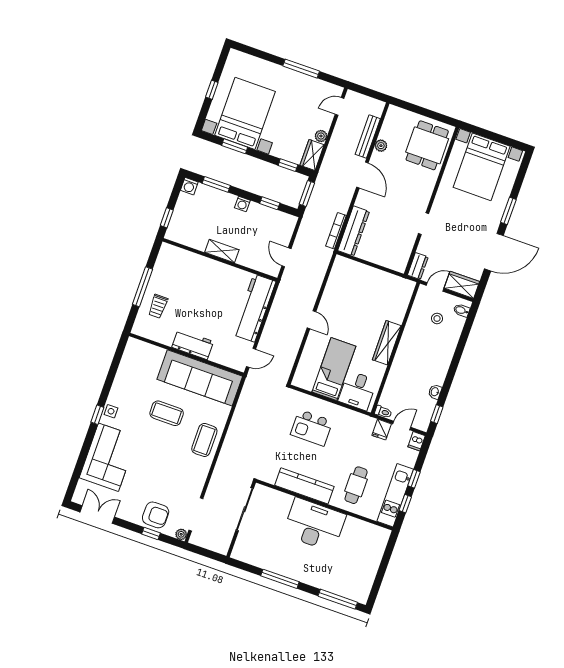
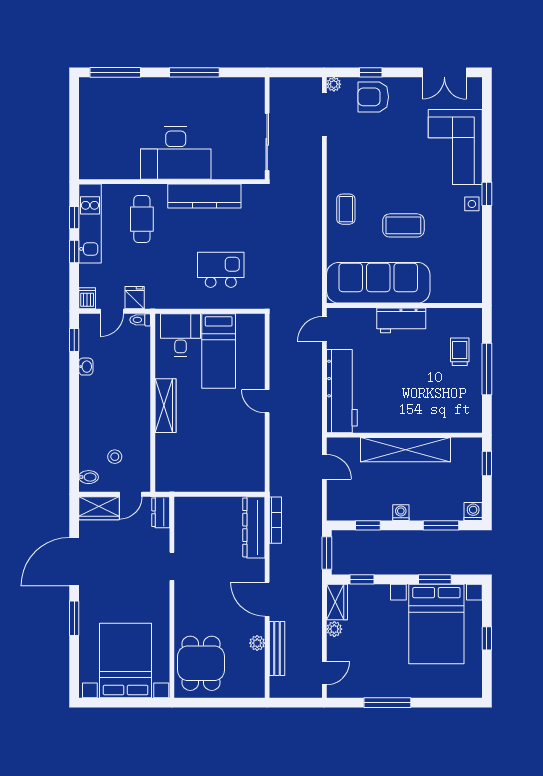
shelving: (222, 251) -> (406, 450), width x2.20, depth x1.33
coffee table: (204, 440) -> (346, 209), width x0.73, depth x0.77

